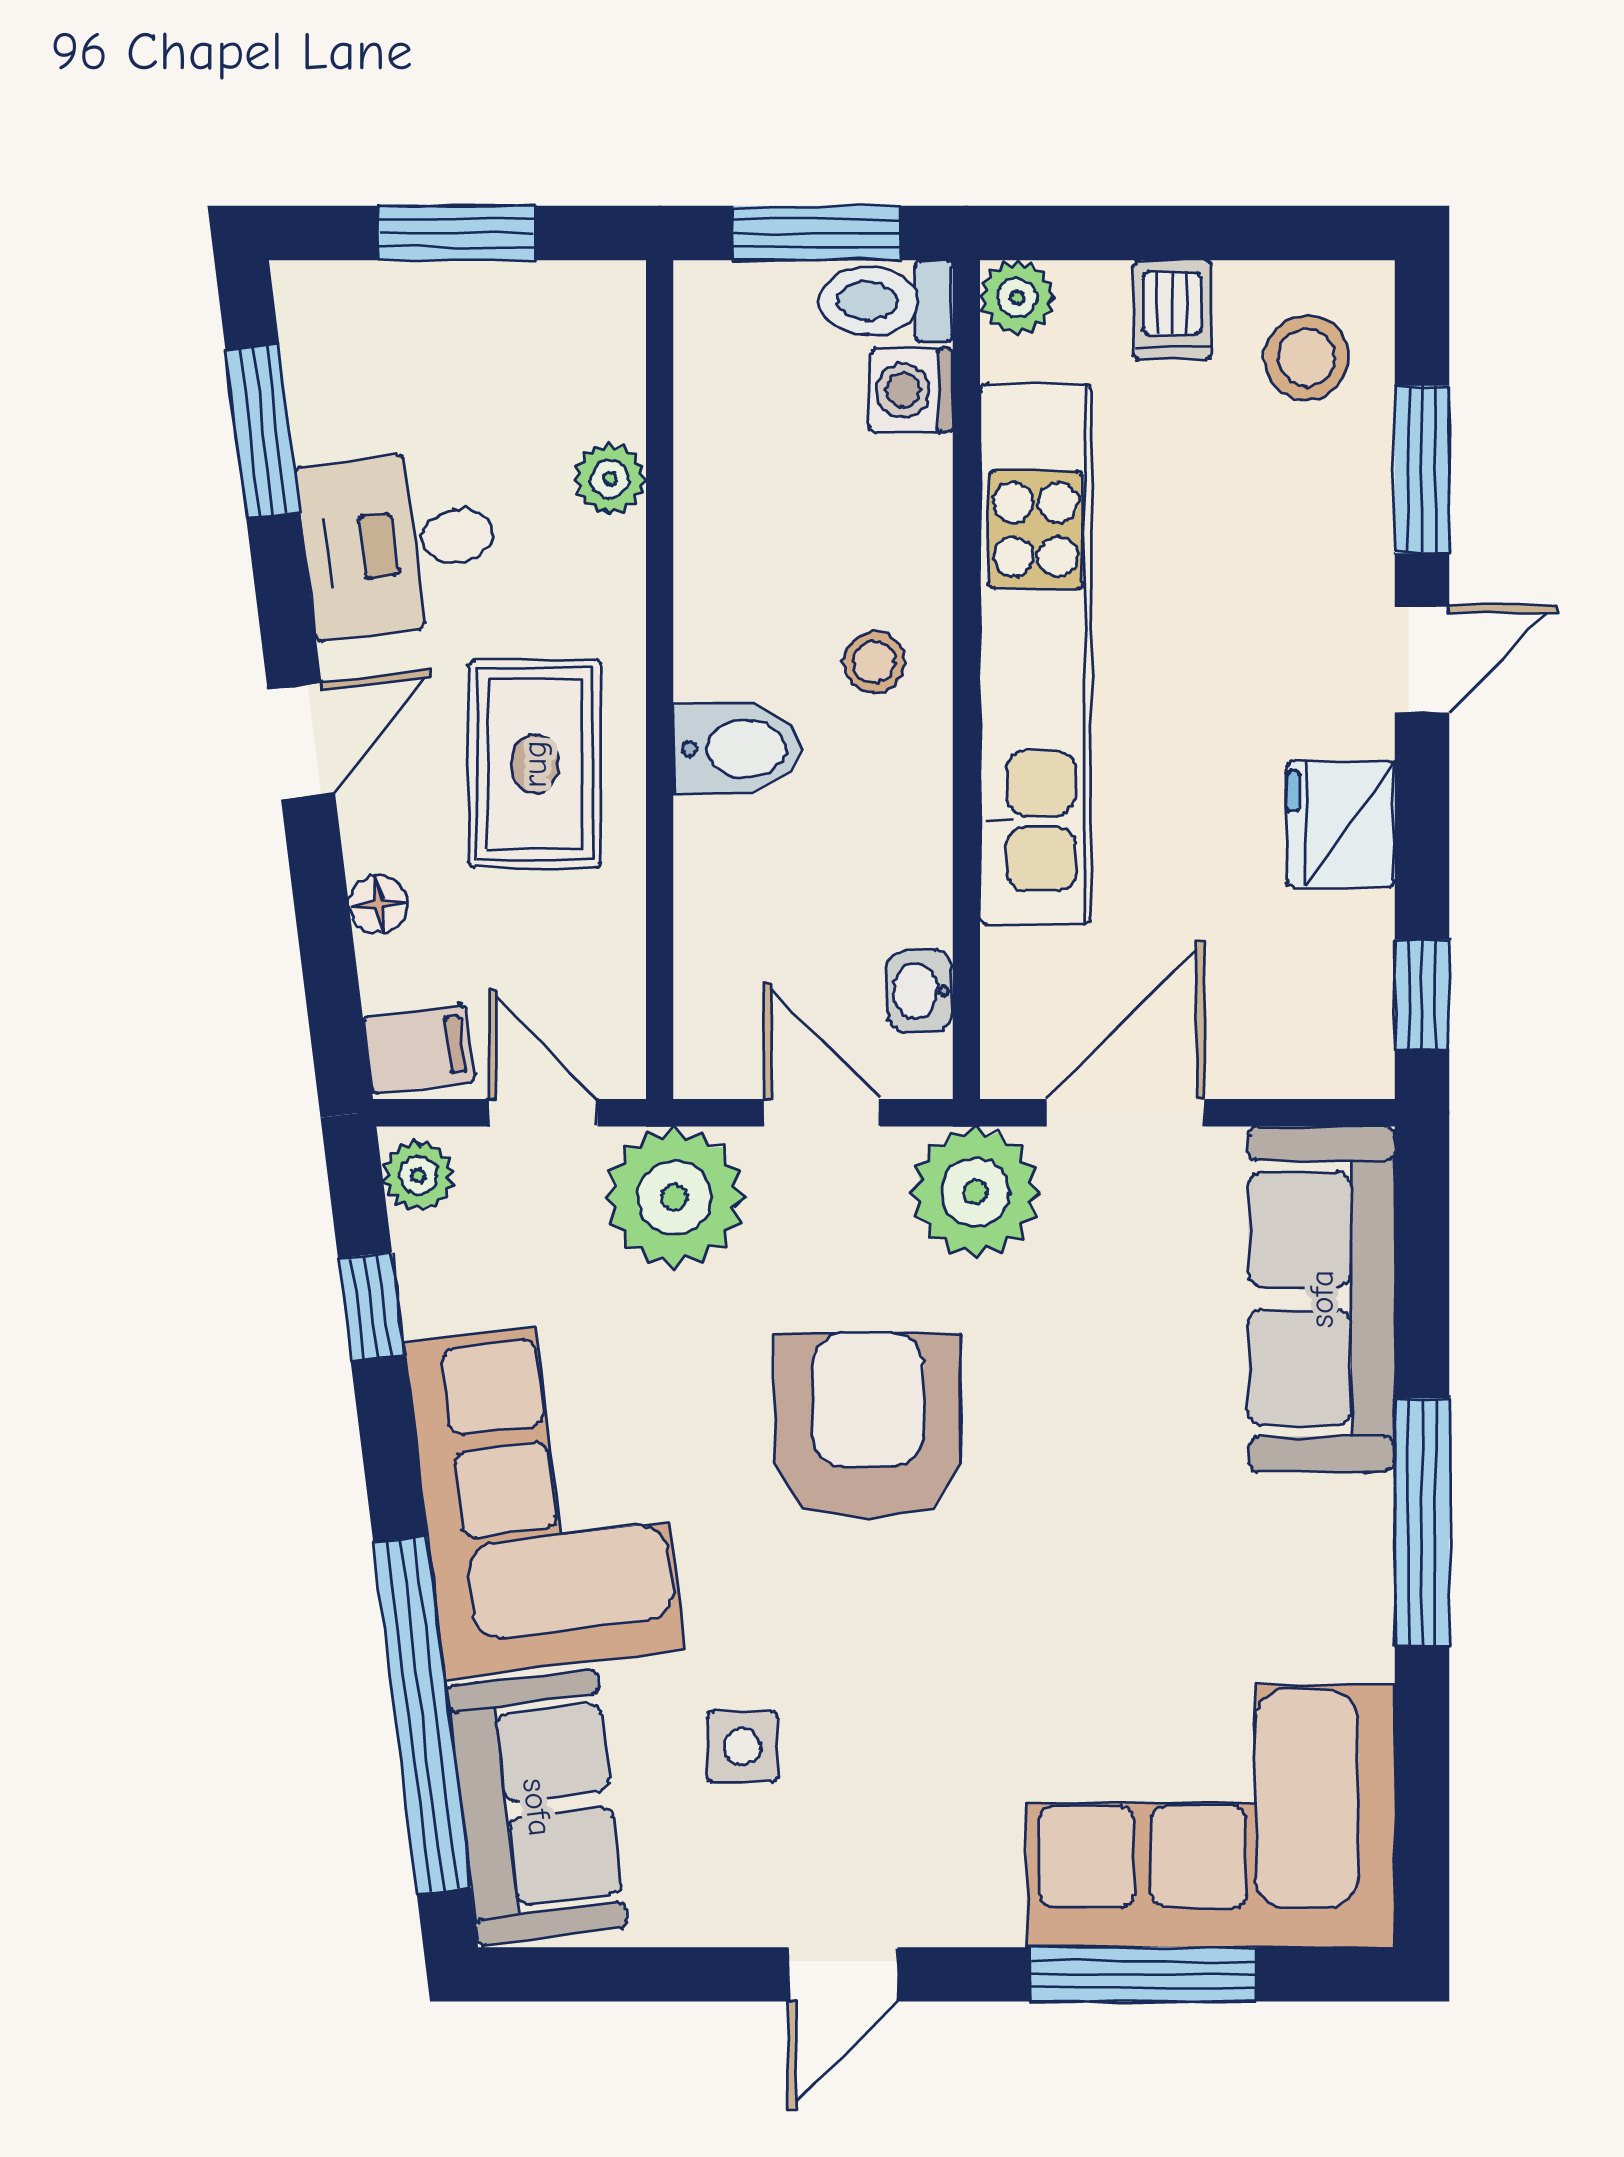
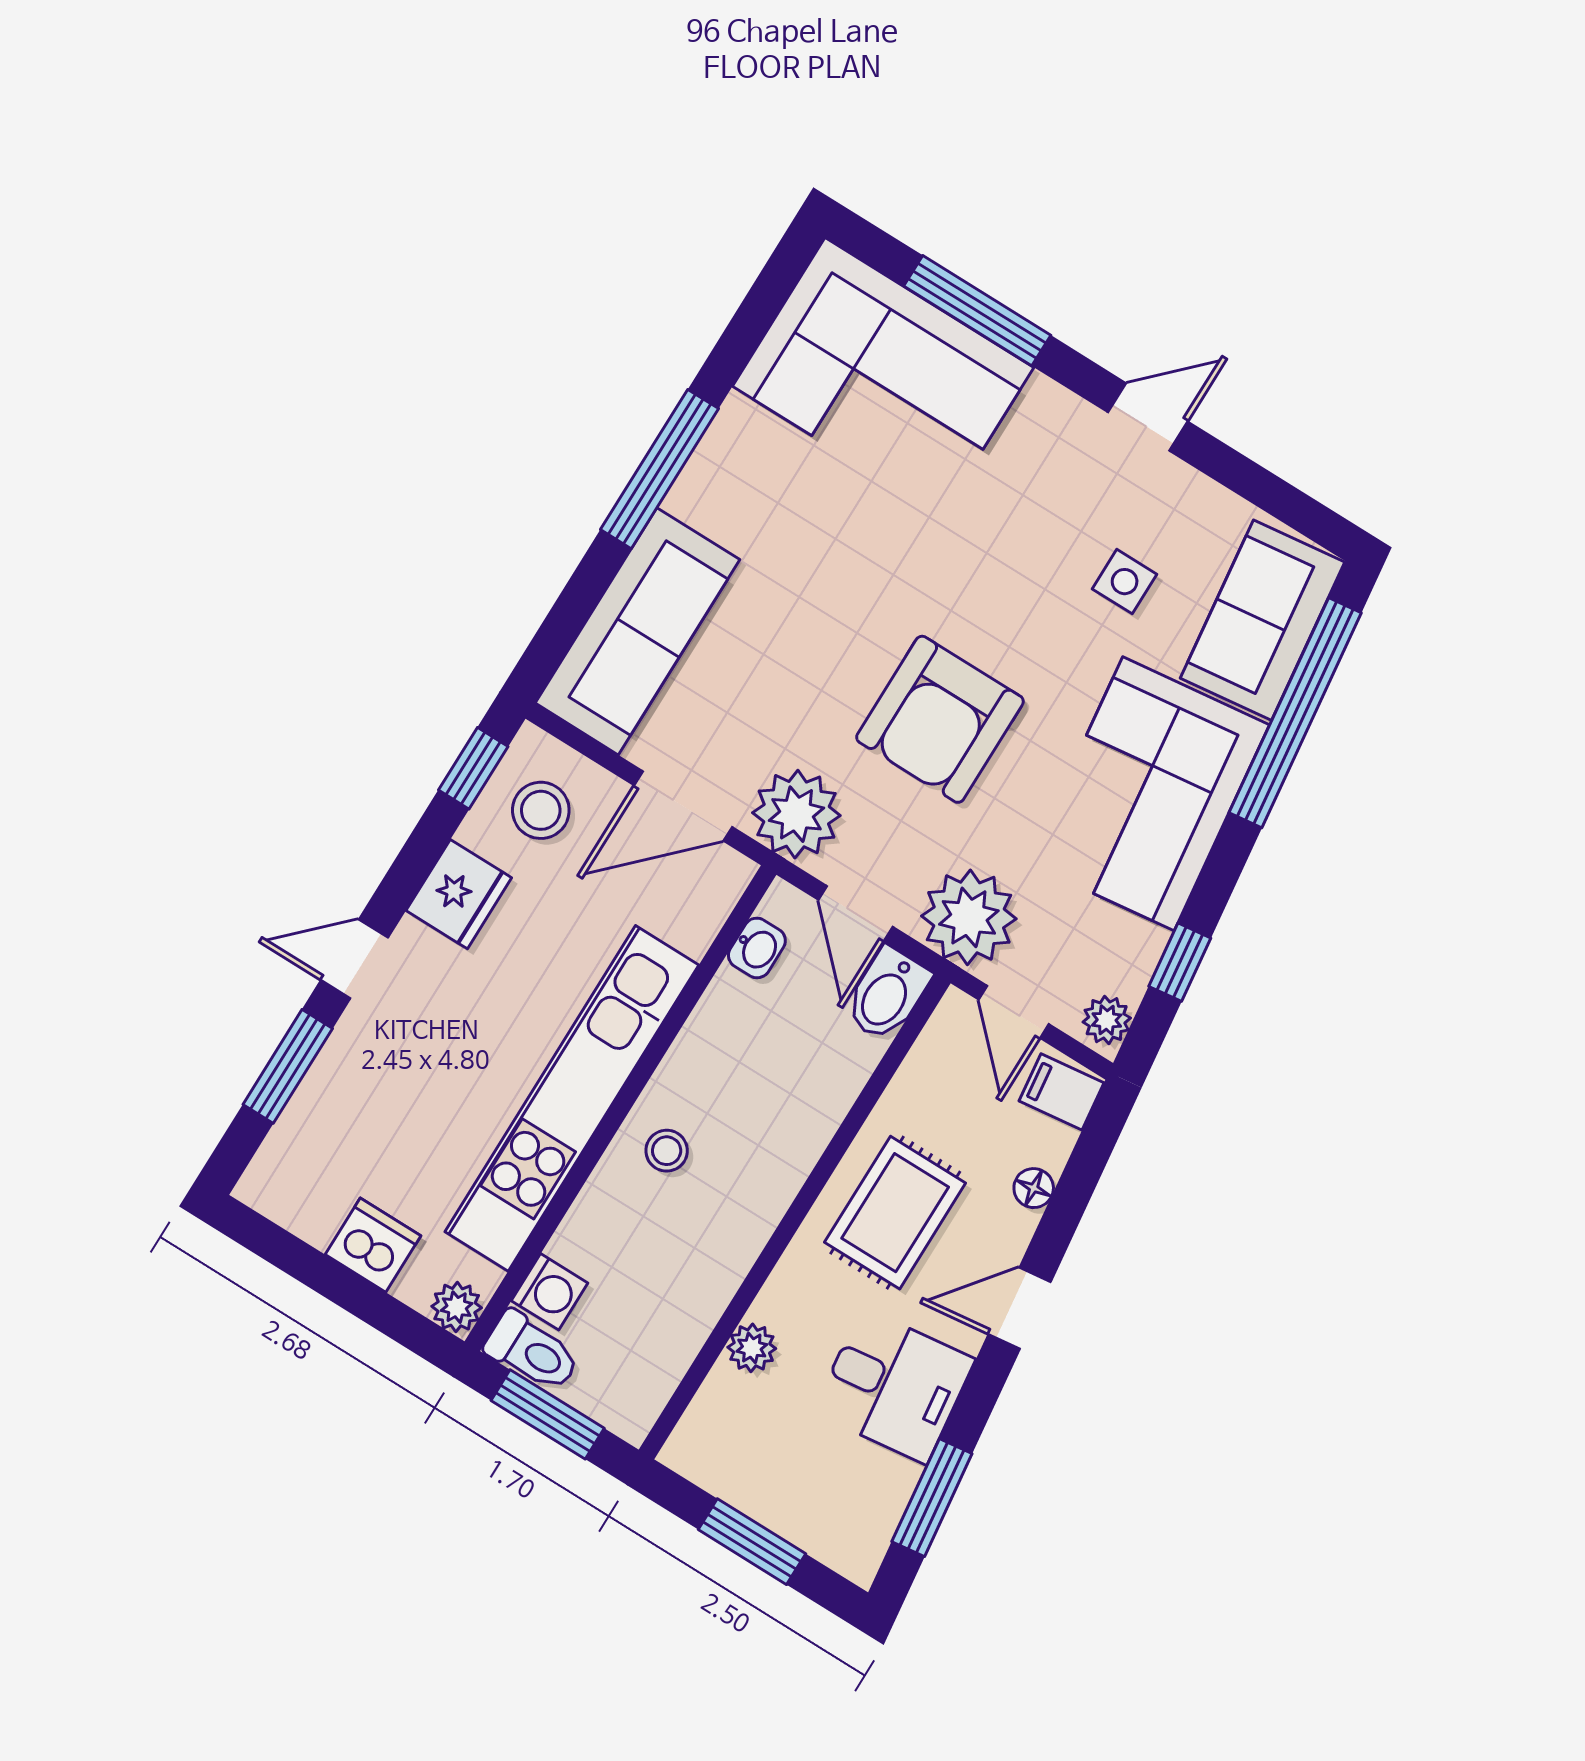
dishwasher: (1172, 310) -> (373, 1245), width x1.38
stool: (1306, 358) -> (541, 810), moved
bidet: (737, 749) -> (887, 994), moved, turned -90

